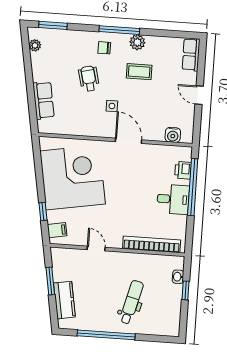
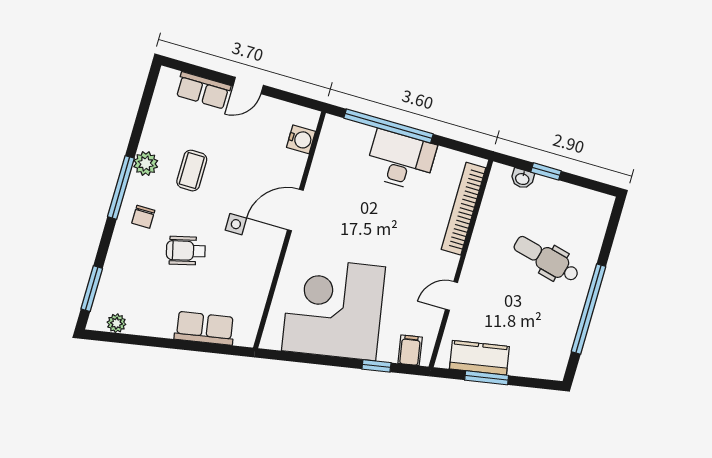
row of seats: (191, 55) -> (203, 90), moved
printer: (183, 170) -> (359, 135), removed
desk: (173, 199) -> (401, 160), width x1.37
kitchen counter: (64, 300) -> (479, 358), moved

